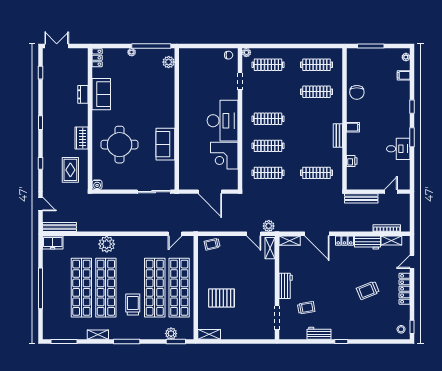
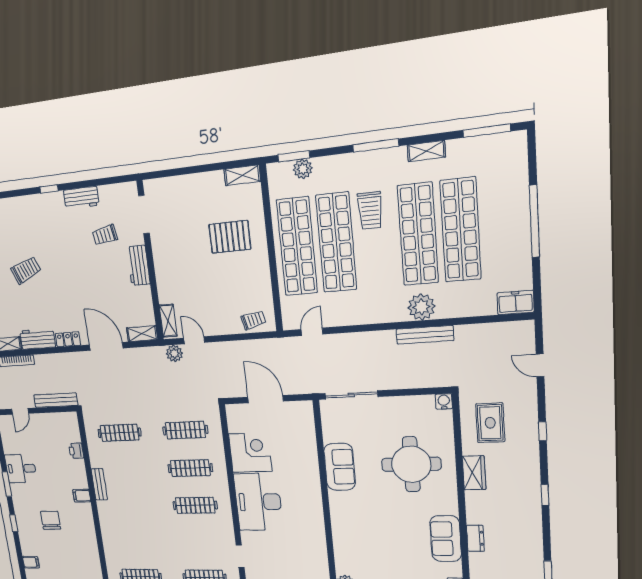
clothes rail: (317, 92) -> (136, 542), removed
chair: (357, 92) -> (51, 520), moved
bench: (60, 227) -> (425, 335), moved

